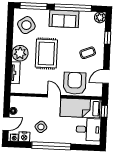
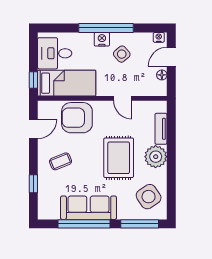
plant: (100, 17) -> (45, 212), removed
sofa: (64, 19) -> (89, 208), width x1.36
armchair: (75, 83) -> (77, 118), turned 90
door: (54, 96) -> (123, 98), moved
nightstand: (24, 137) -> (102, 39), moved

